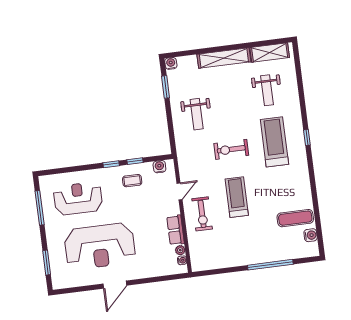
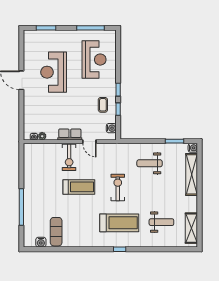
shelving: (224, 58) -> (192, 174), moved
weight bench: (267, 90) -> (161, 222), turned 180
exercise bike: (202, 214) -> (69, 157), turned -90
row of seats: (175, 230) -> (70, 134), moved
reception desk: (100, 246) -> (54, 72), width x0.74, depth x0.77

